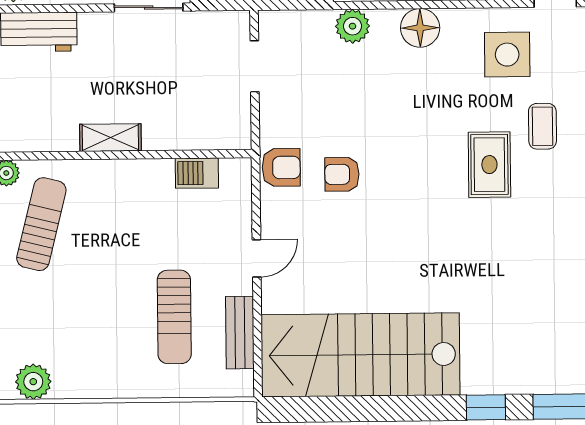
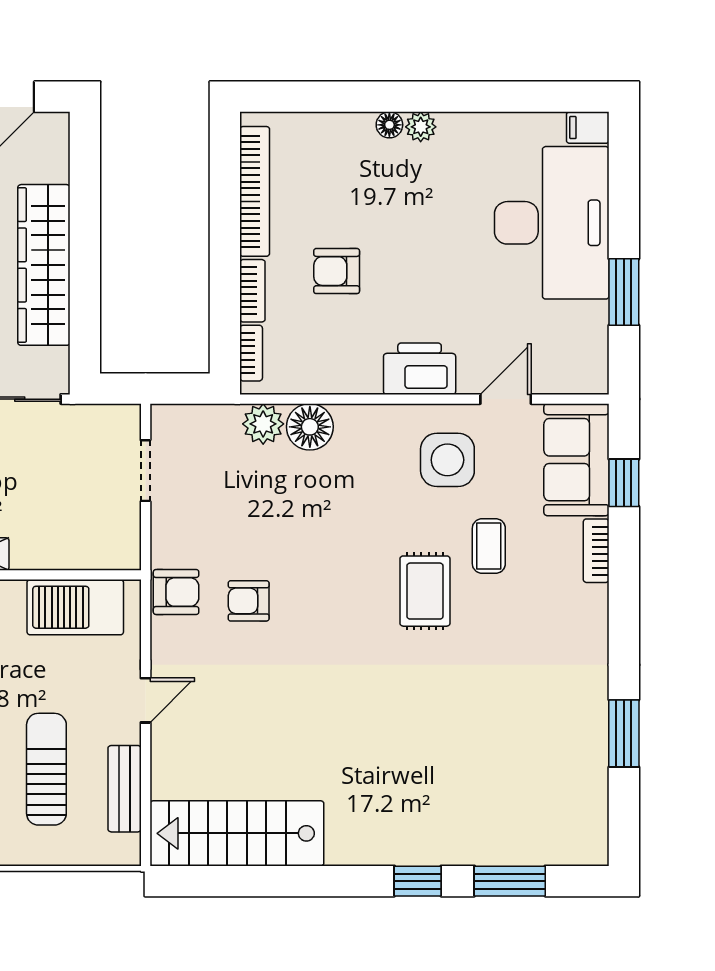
floor lamp: (420, 28) -> (310, 427), moved
barbecue: (197, 173) -> (75, 607), width x1.88, depth x1.53
sun lounger: (174, 317) -> (46, 769), turned 180
stairs: (360, 355) -> (237, 833), width x0.73, depth x0.66

